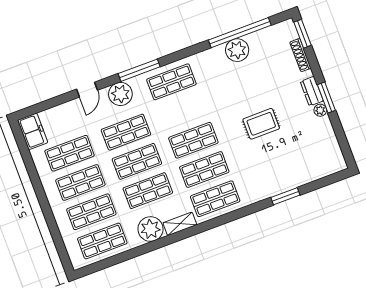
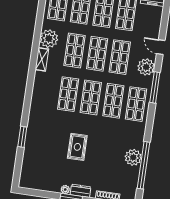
shop shelf: (215, 199) -> (113, 101), moved

